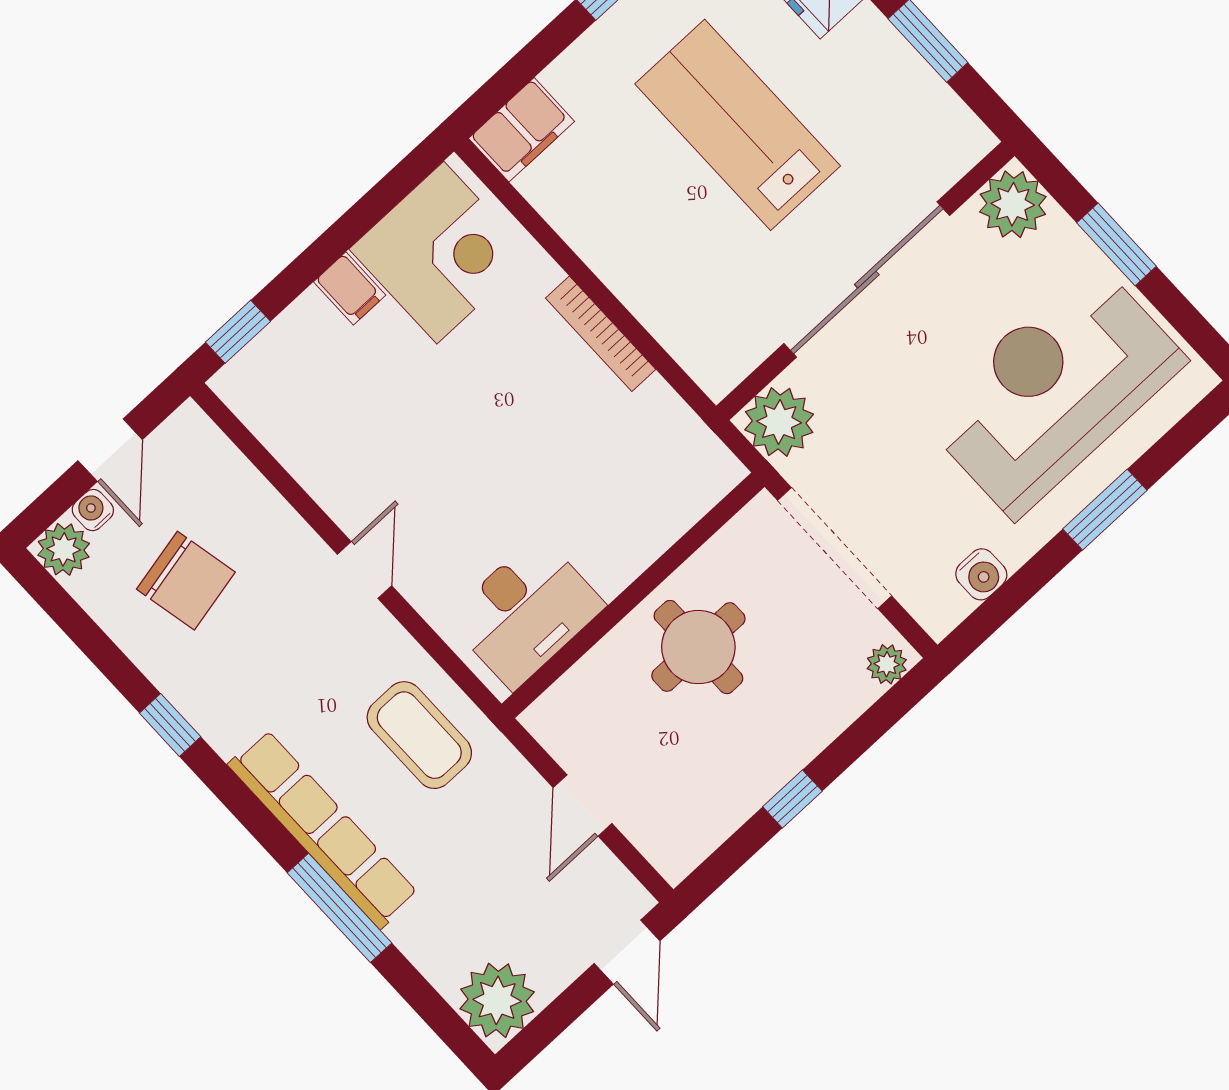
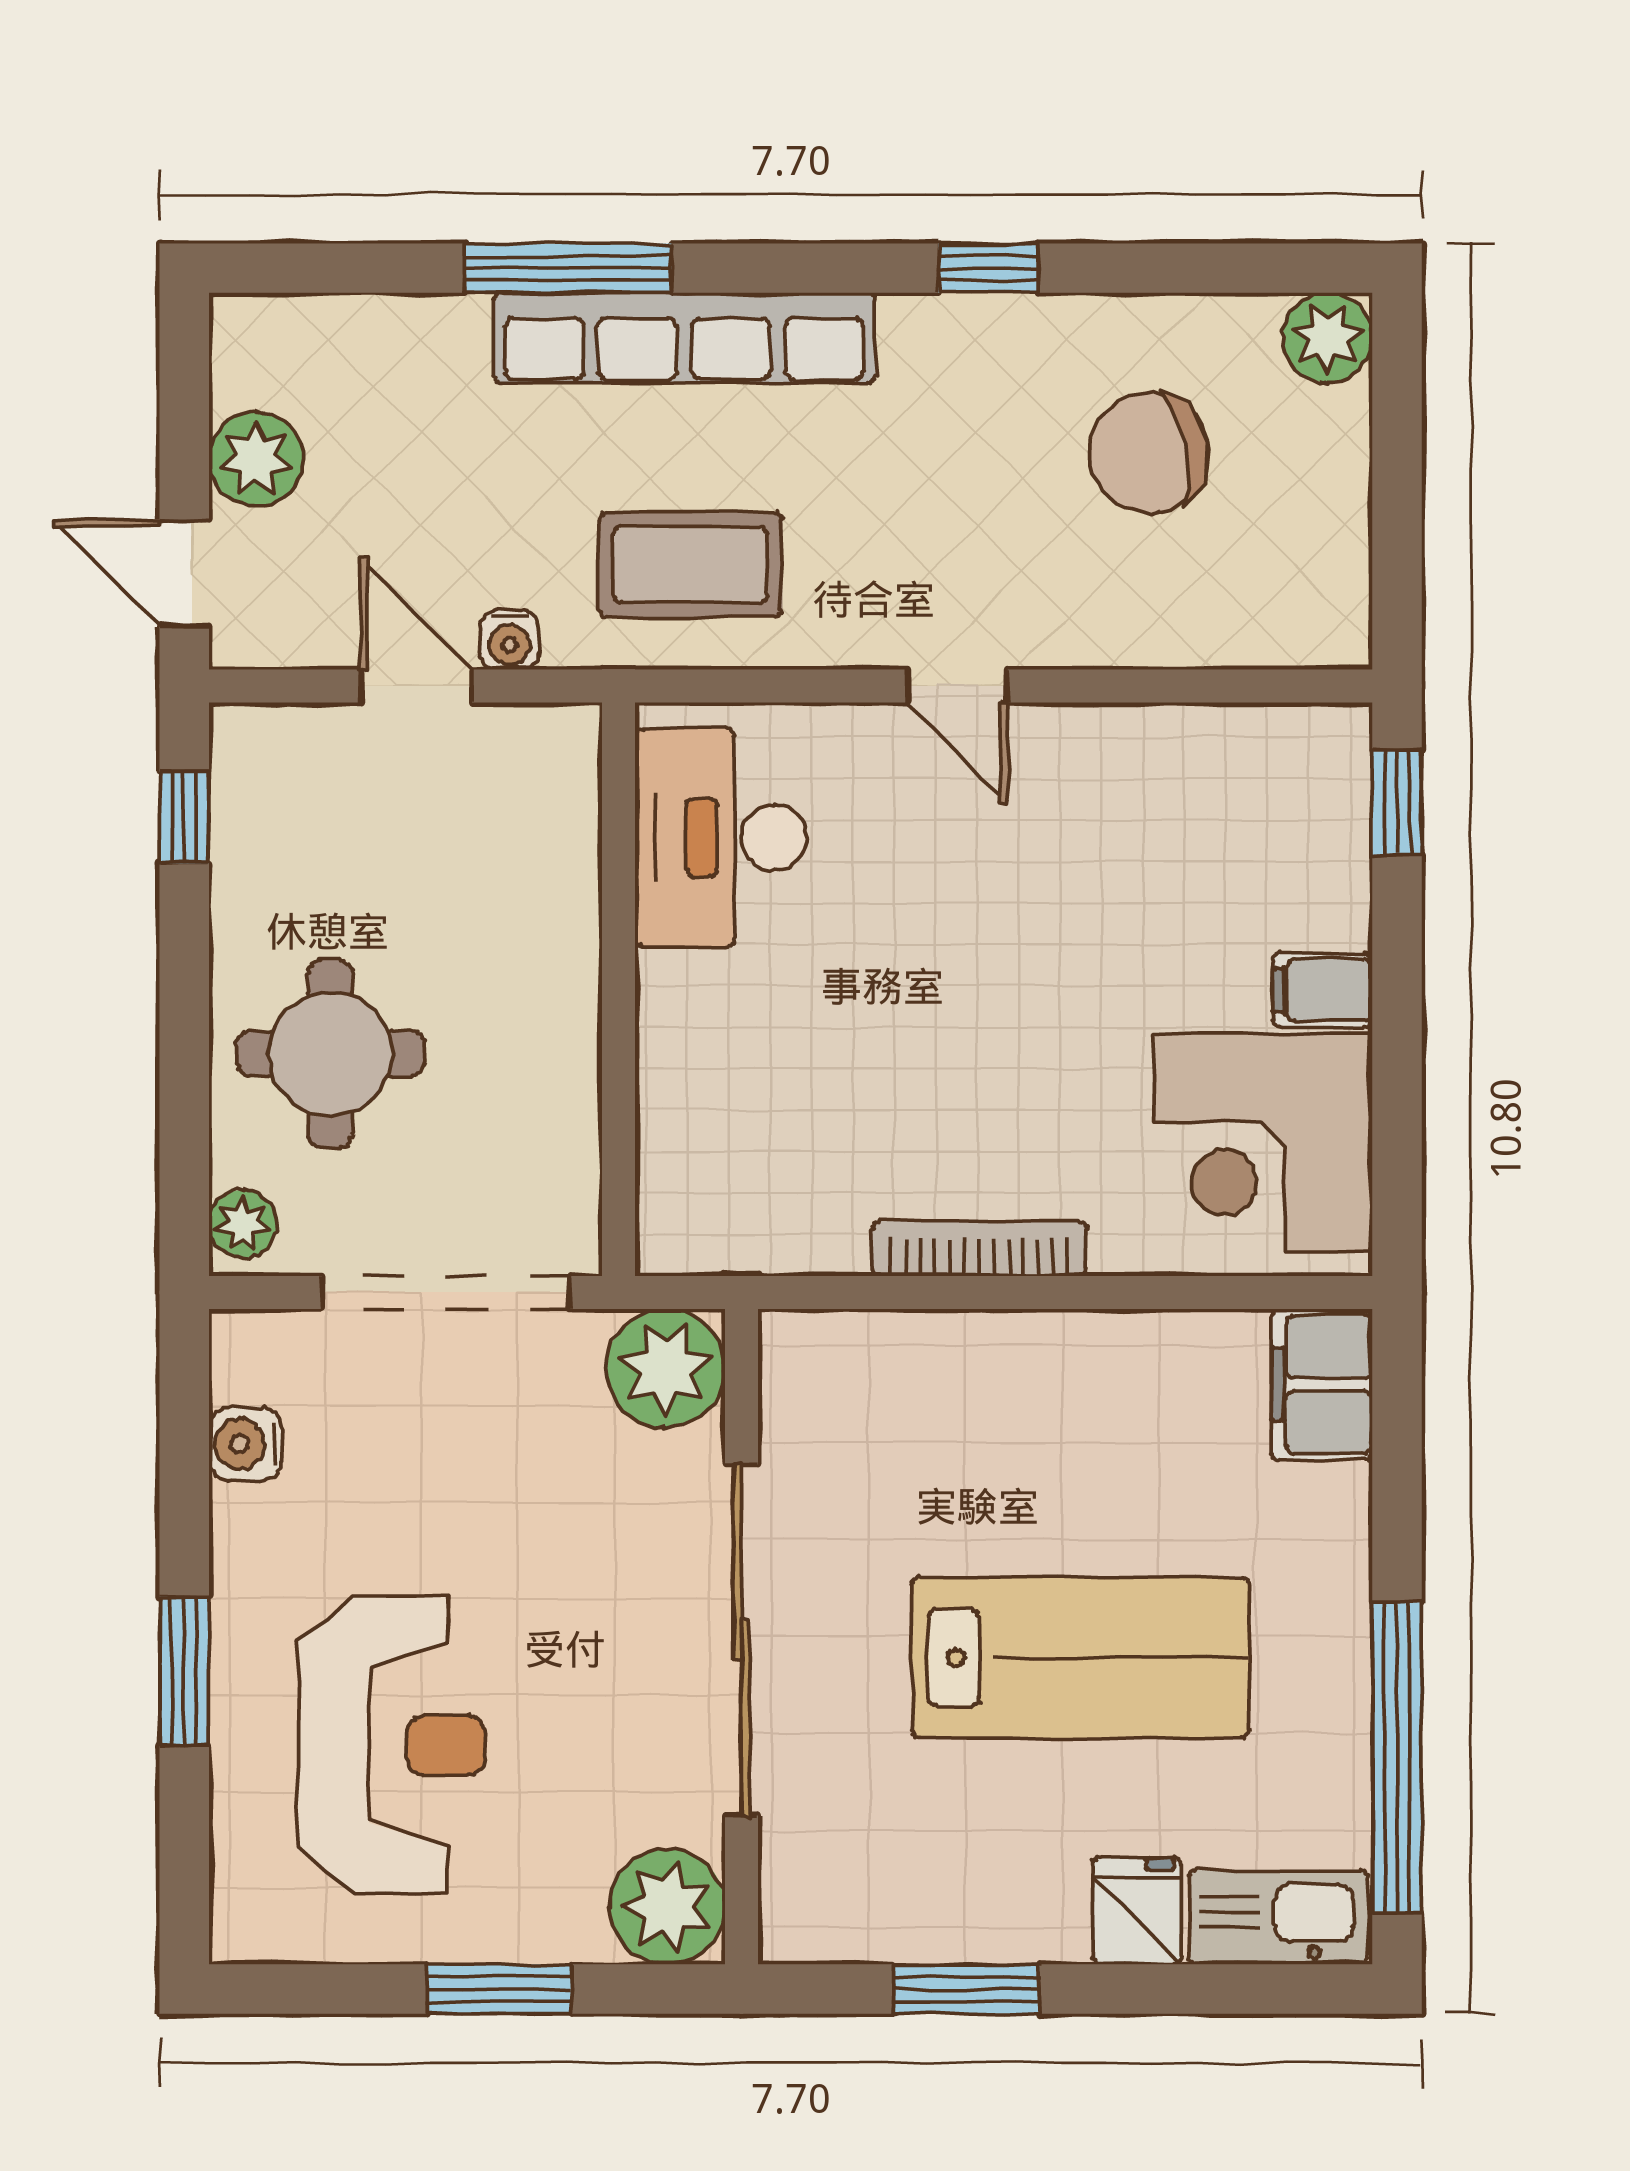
reception desk: (1054, 389) -> (391, 1745), width x0.74, depth x0.77
door: (110, 450) -> (1397, 509), removed
water cooler: (93, 510) -> (509, 640), moved, turned 90
round table: (698, 647) -> (330, 1054), moved
window: (792, 799) -> (184, 817), moved
plant: (497, 1000) -> (256, 459), moved, width x0.73, depth x0.73

